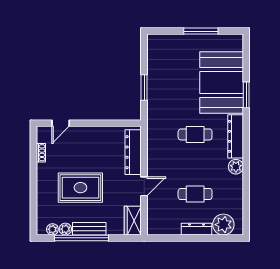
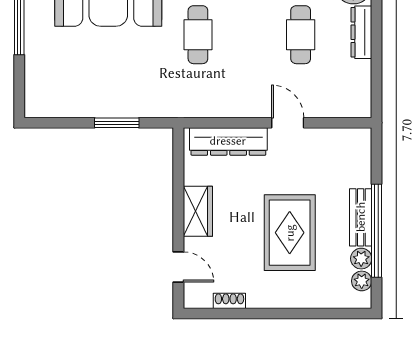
wardrobe: (133, 221) -> (198, 211), moved, turned -90

